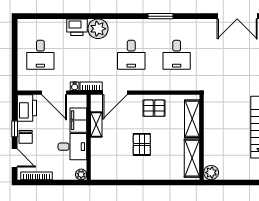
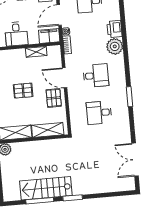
desk: (131, 55) -> (96, 75), turned 180
door: (115, 93) -> (65, 78), moved
filing cabinet: (78, 120) -> (49, 36), moved

